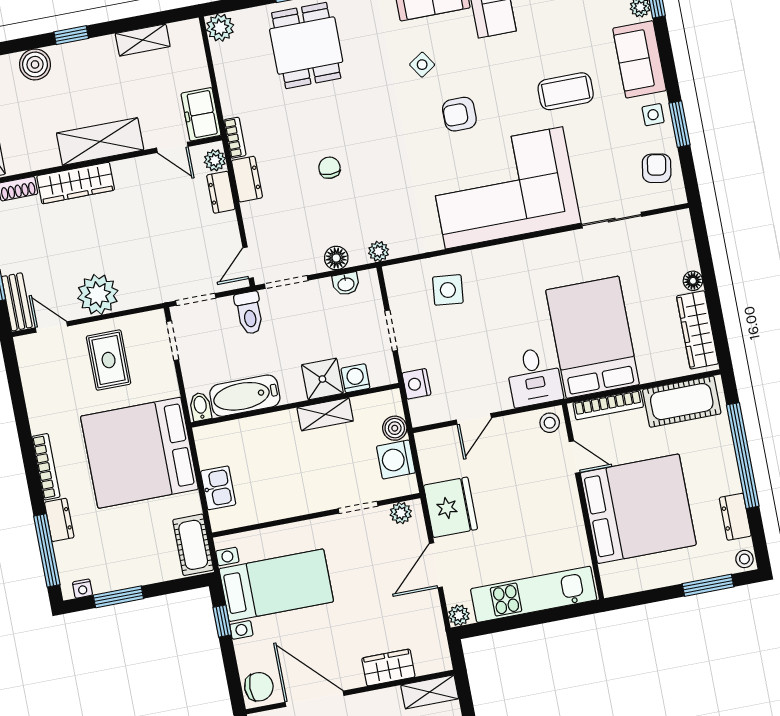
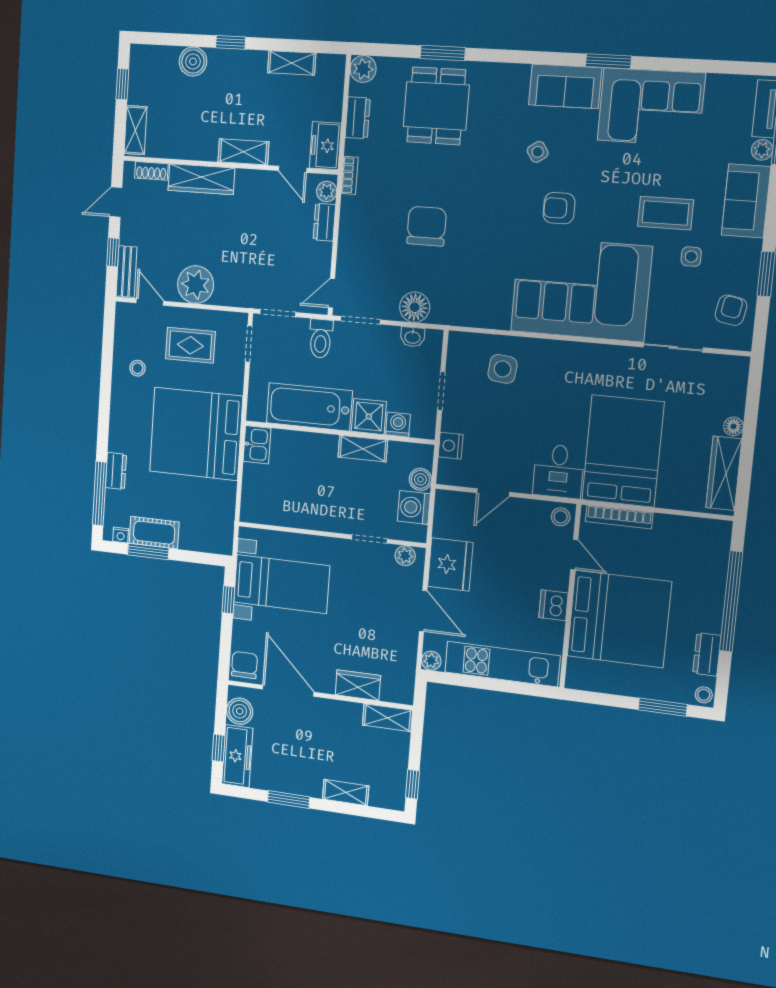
side table: (653, 115) -> (691, 257), moved
shelving: (100, 141) -> (243, 152), width x0.67, depth x0.75
chair: (329, 168) -> (427, 226), width x1.87, depth x1.87
dresser: (247, 179) -> (358, 118), moved
plant: (379, 251) -> (450, 316), removed
floor lamp: (336, 258) -> (415, 307), width x1.38, depth x1.38
rug: (109, 360) -> (190, 345), turned 90
bathtub: (245, 396) -> (309, 407), width x1.36, depth x1.36
stool: (56, 401) -> (138, 368), added
cot: (682, 402) -> (689, 535), removed
bidet: (200, 407) -> (257, 409), removed
bookcase: (46, 467) -> (116, 422), removed
kitchen sink: (218, 488) -> (257, 445), moved
dishwasher: (569, 516) -> (554, 605), added
cot: (193, 545) -> (154, 533), moved, turned 90
door: (436, 565) -> (423, 611), swing flipped
chair: (259, 687) -> (244, 665), turned -90

